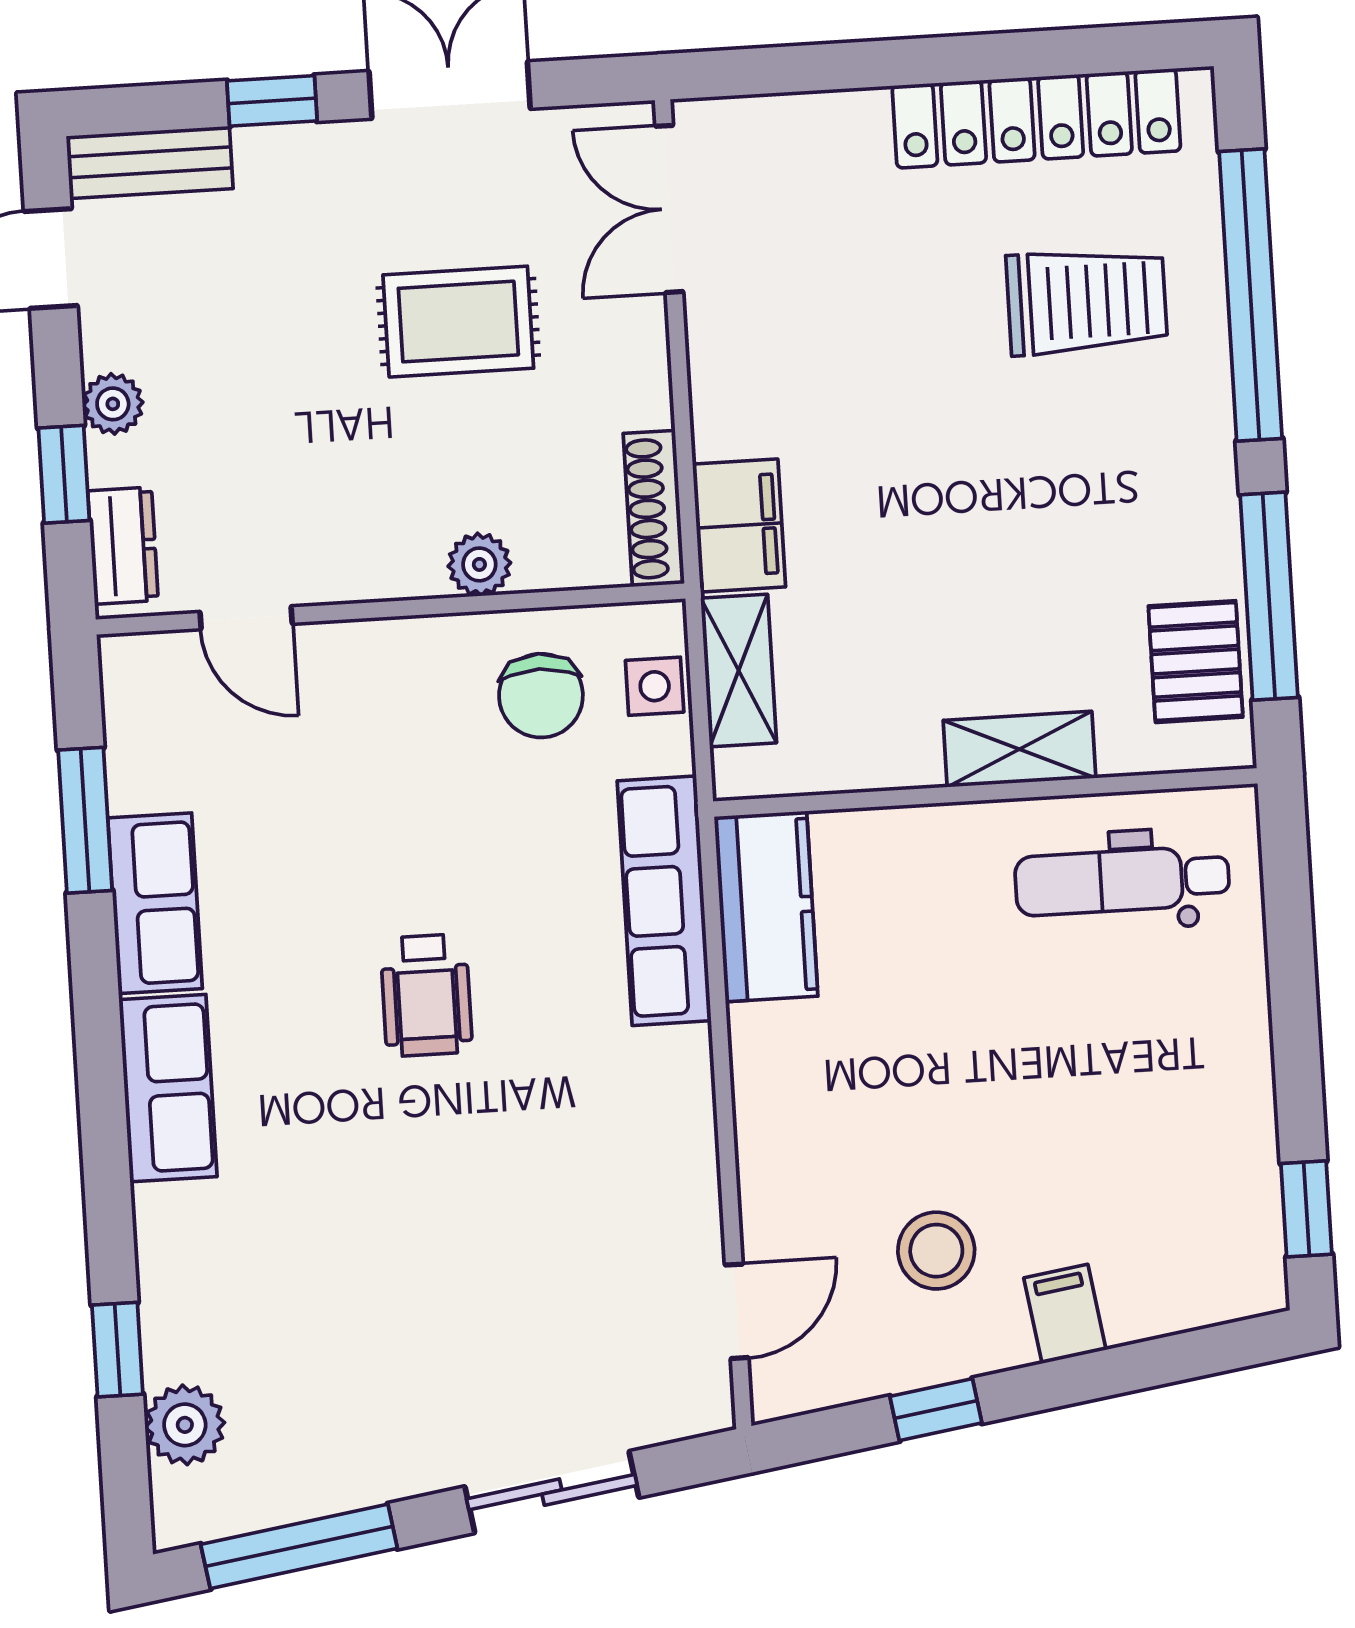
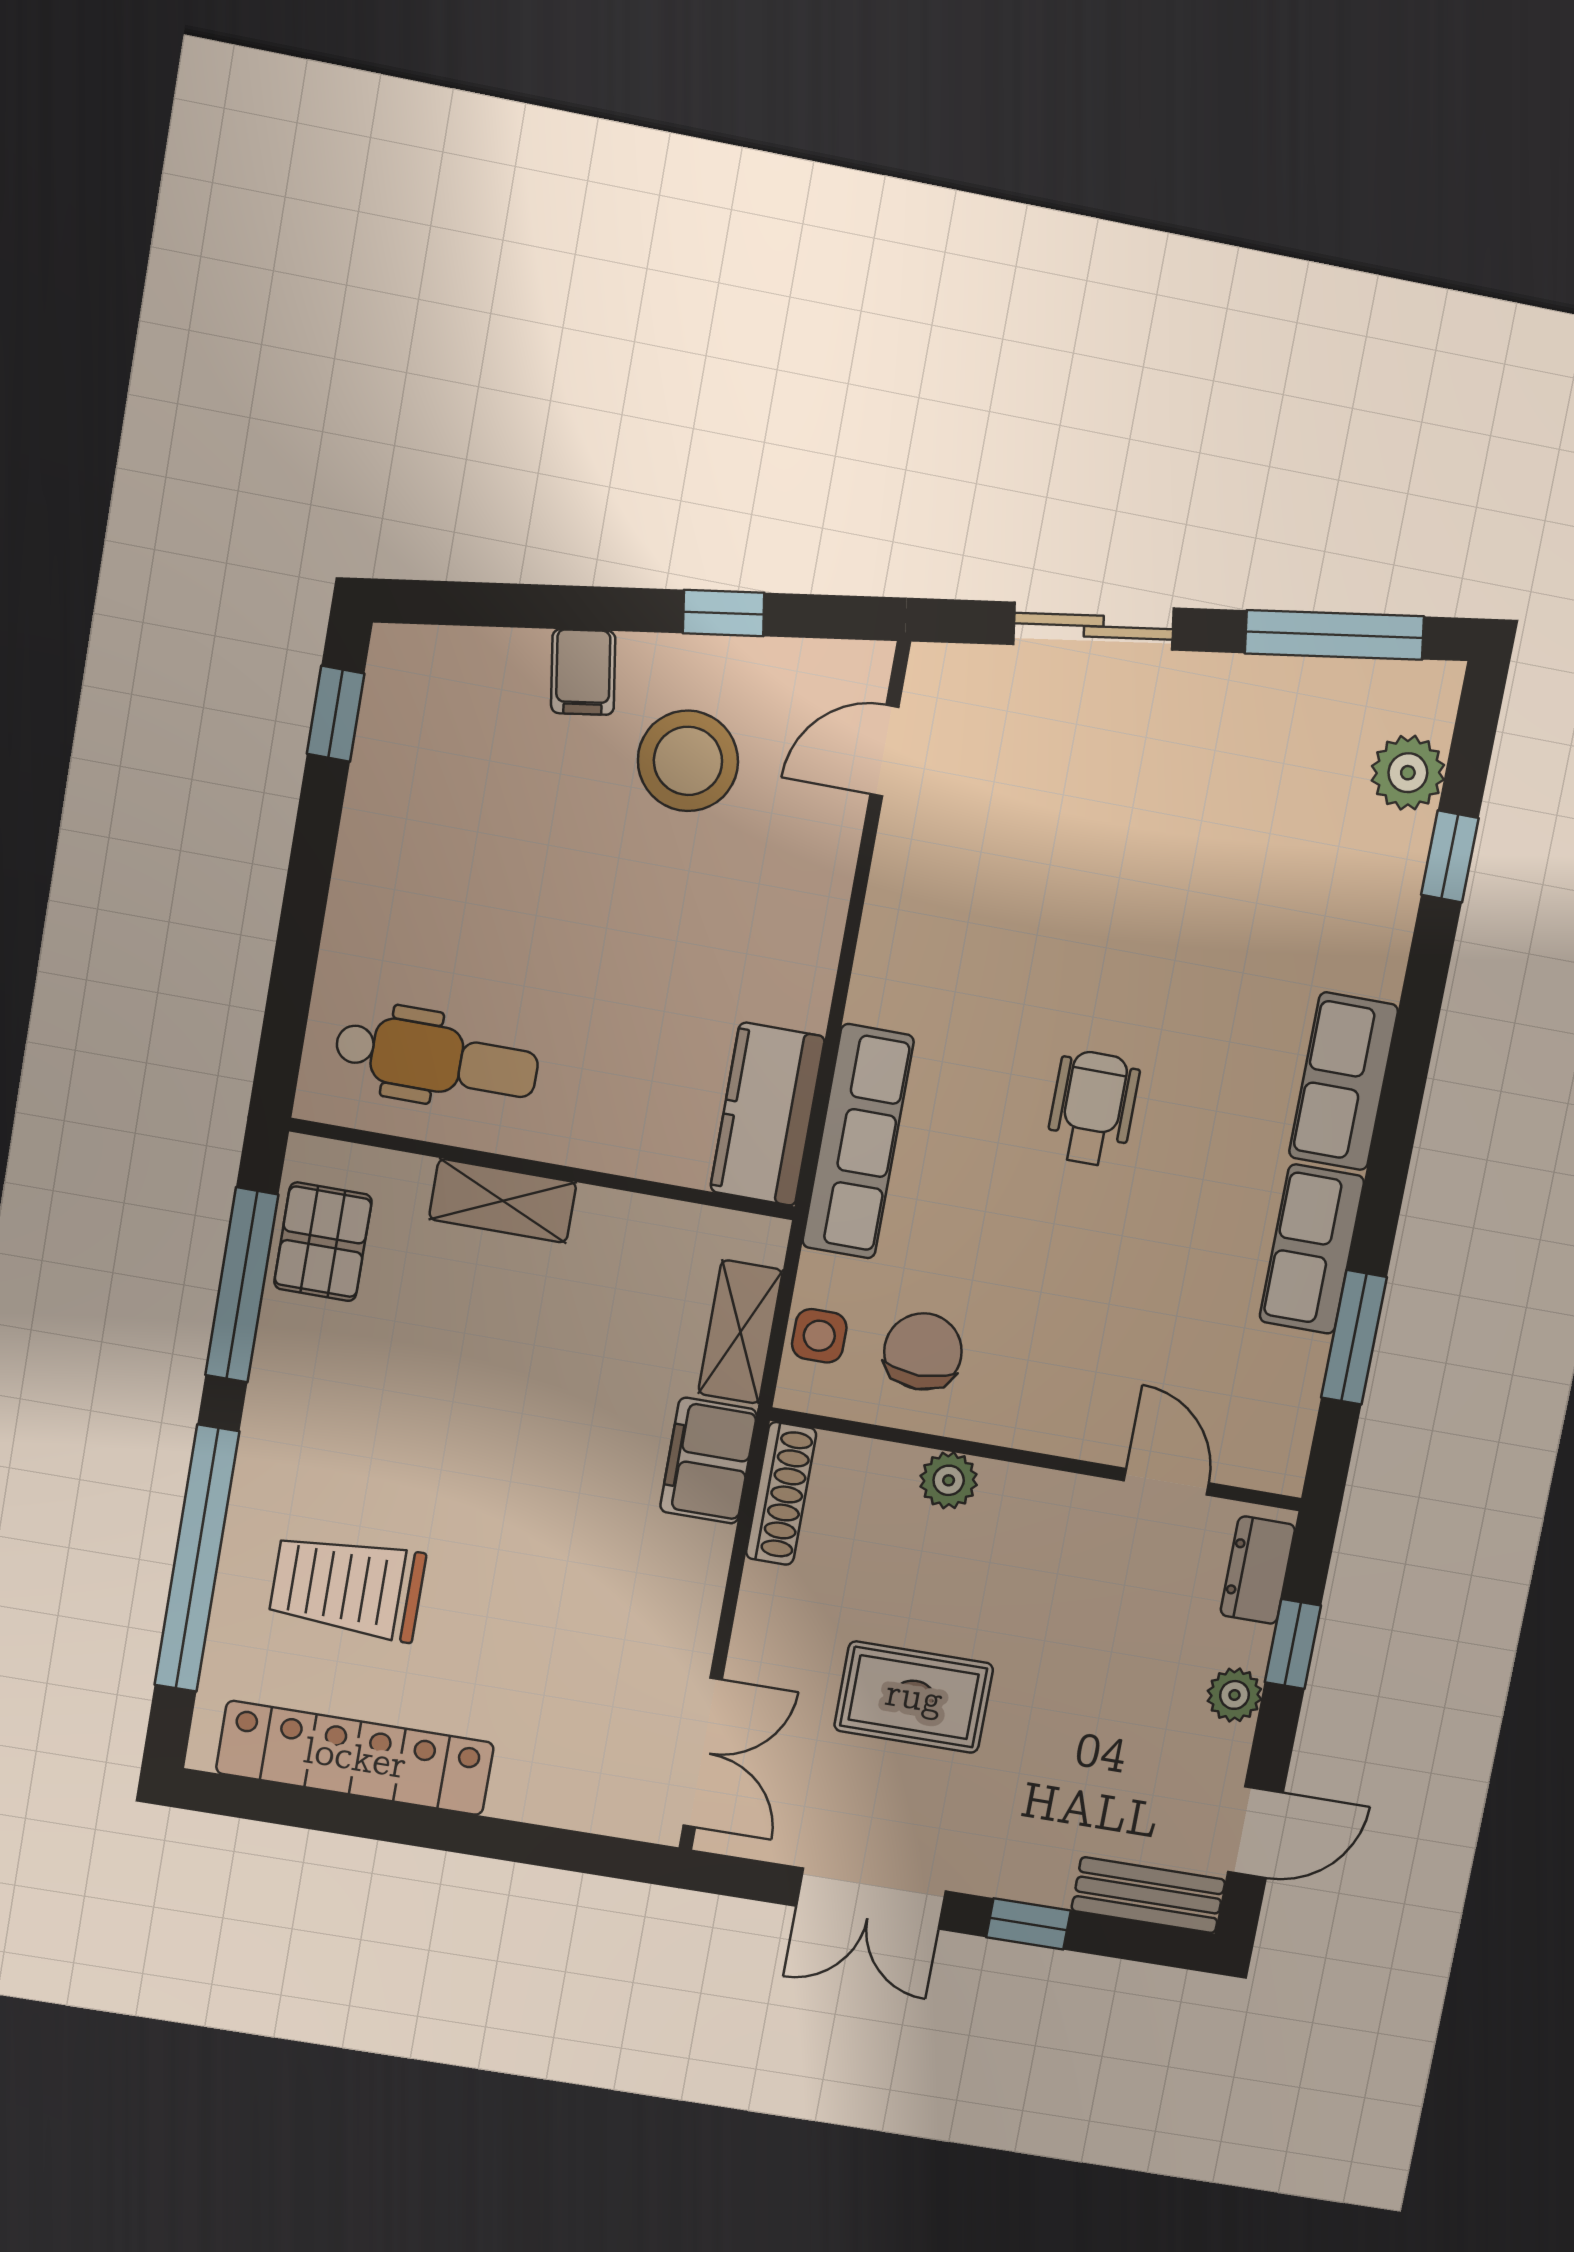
stool: (936, 1251) -> (688, 761), width x1.38, depth x1.38

